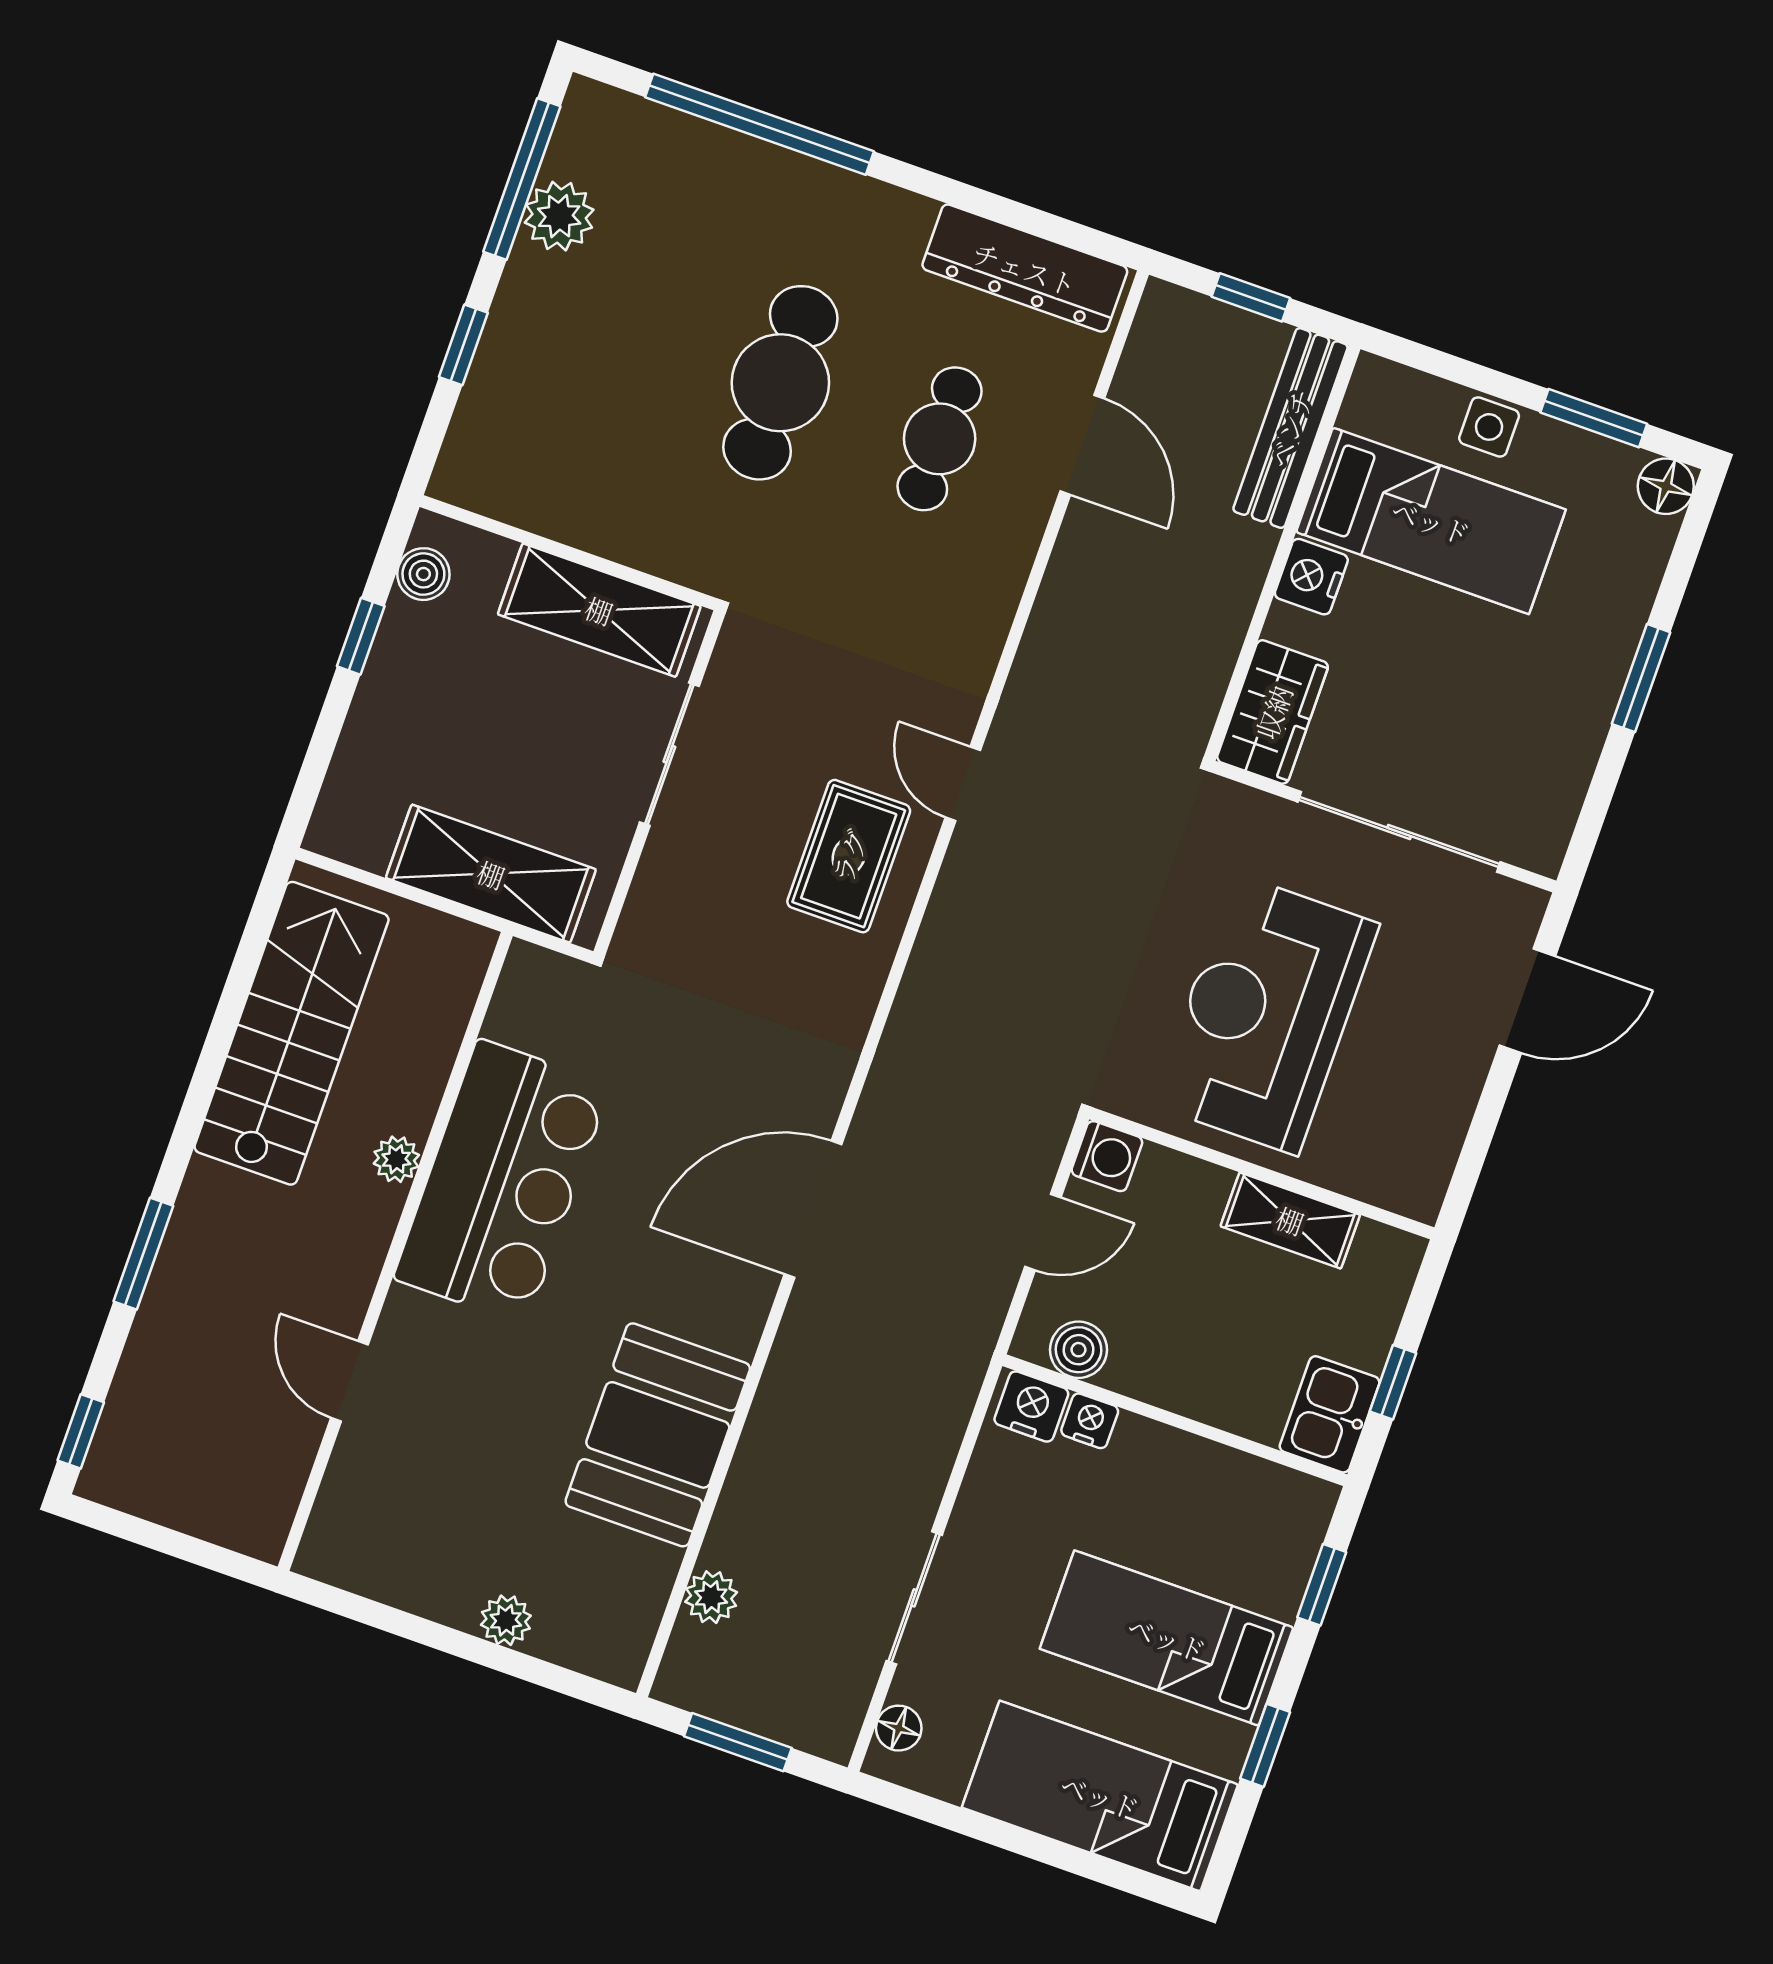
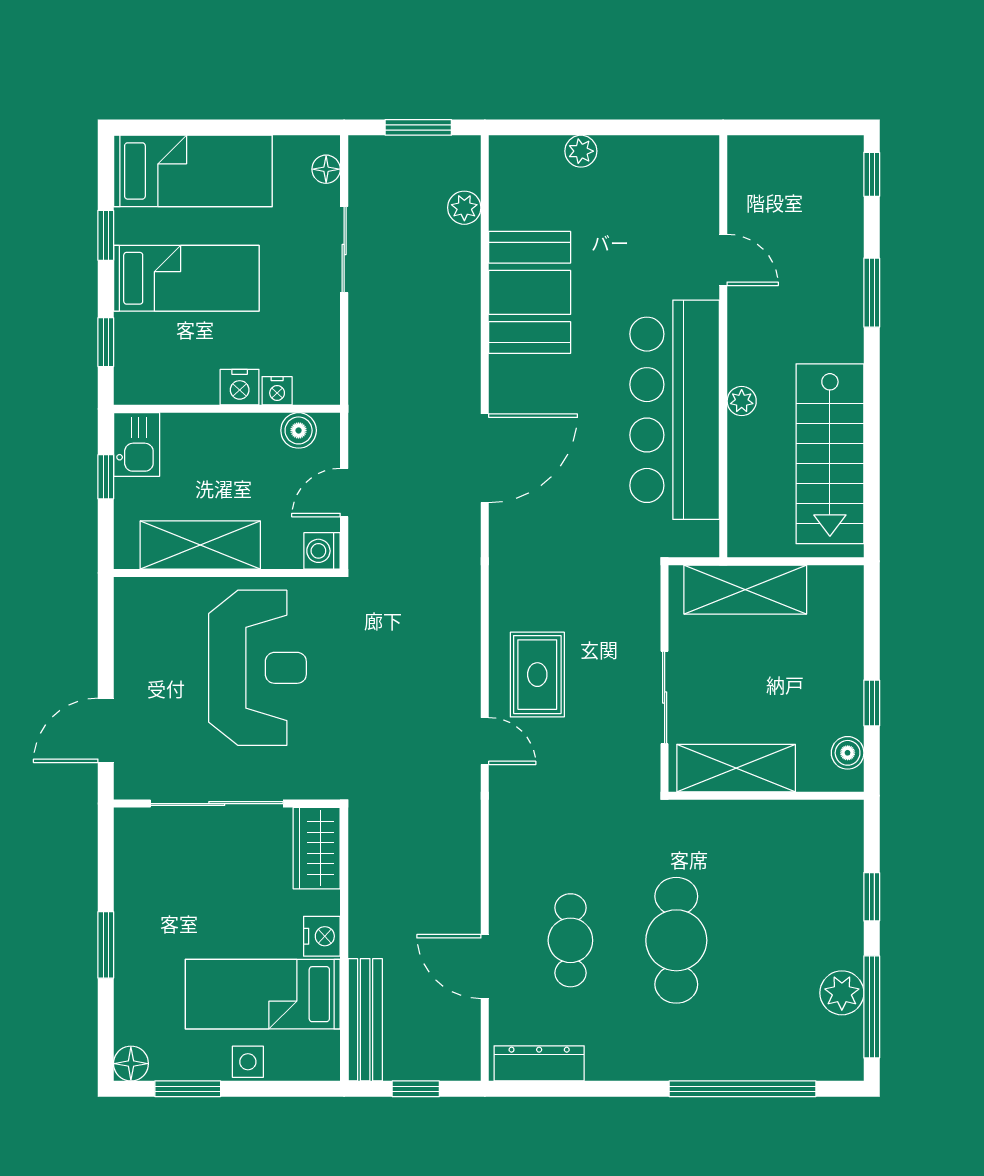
dresser: (1025, 268) -> (539, 1063), width x0.73, depth x0.80
bar counter: (502, 1182) -> (675, 410), width x1.36
shelving: (1290, 1220) -> (200, 545), width x1.50, depth x1.33
nightstand: (1031, 1406) -> (240, 387), moved

